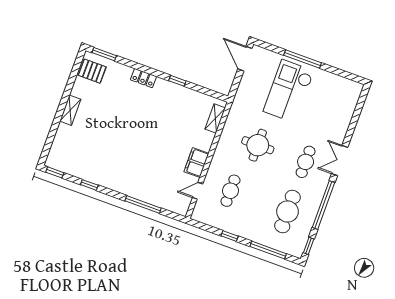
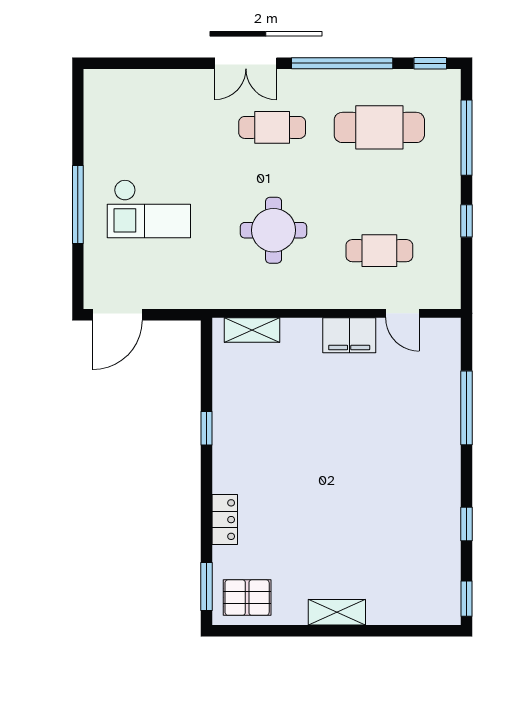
pallet: (92, 71) -> (247, 598), turned 90
locker: (144, 78) -> (225, 520), moved
checkout: (289, 91) -> (149, 209), width x0.73, depth x0.83

